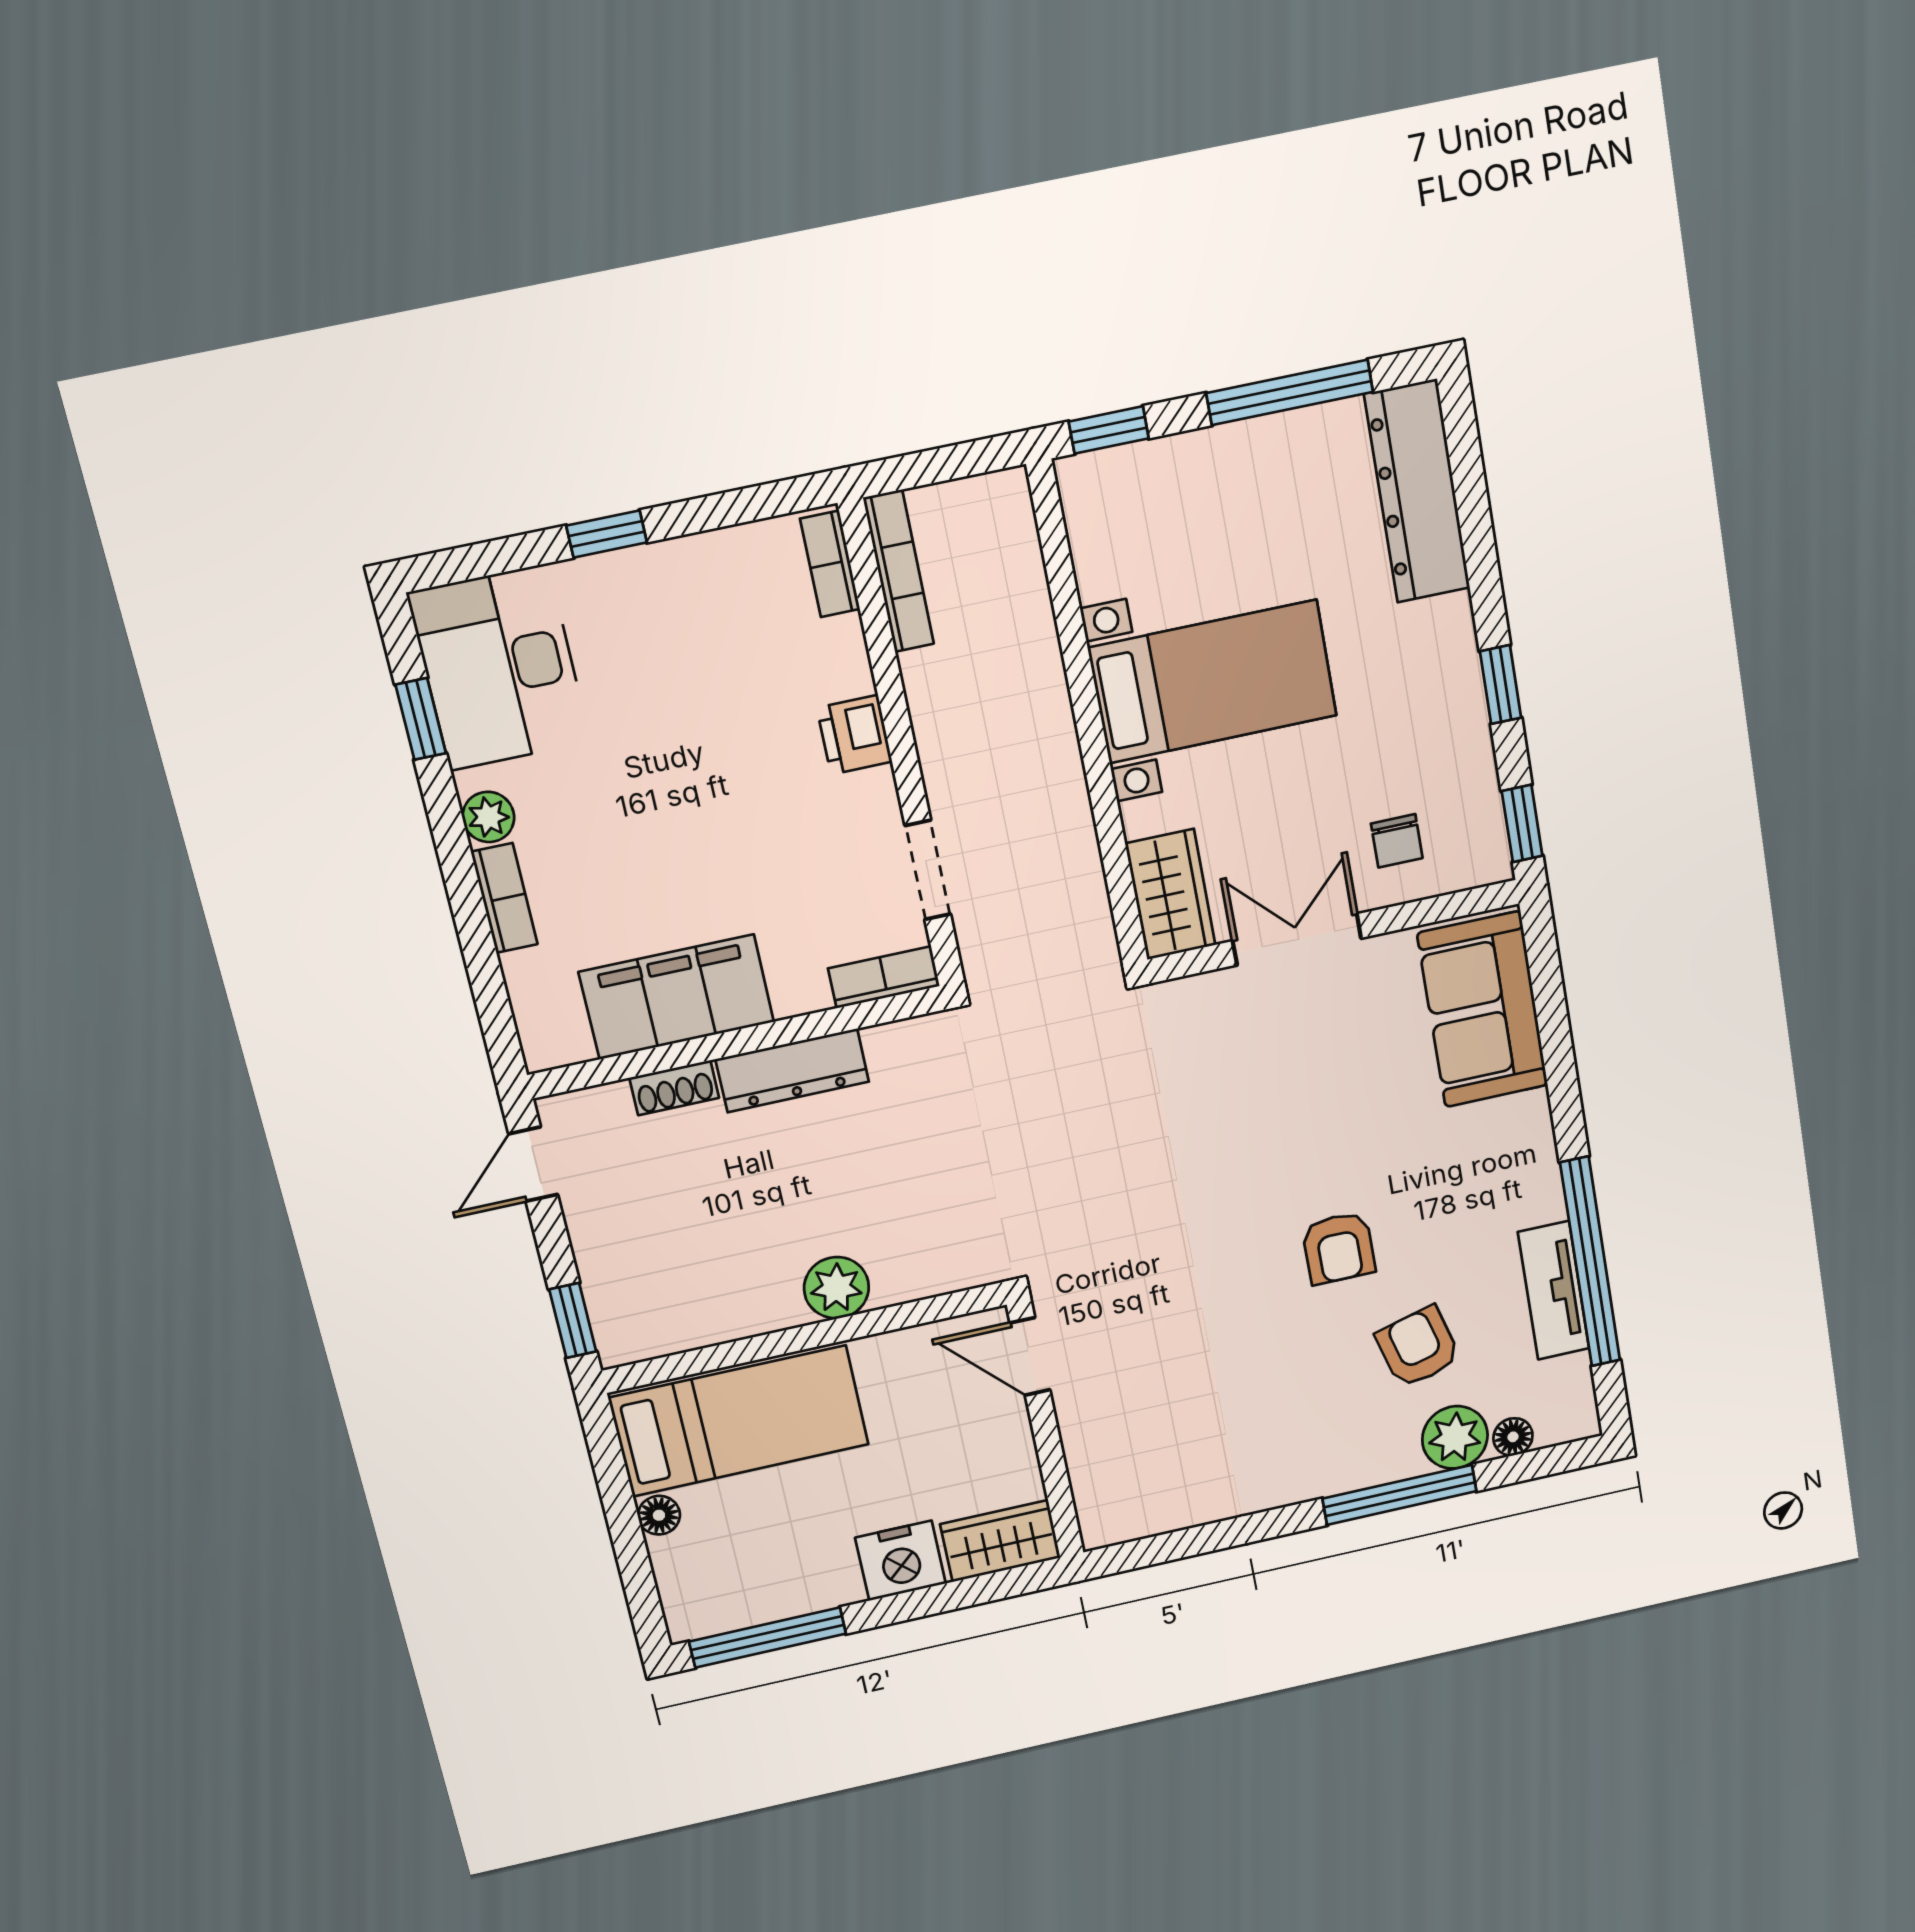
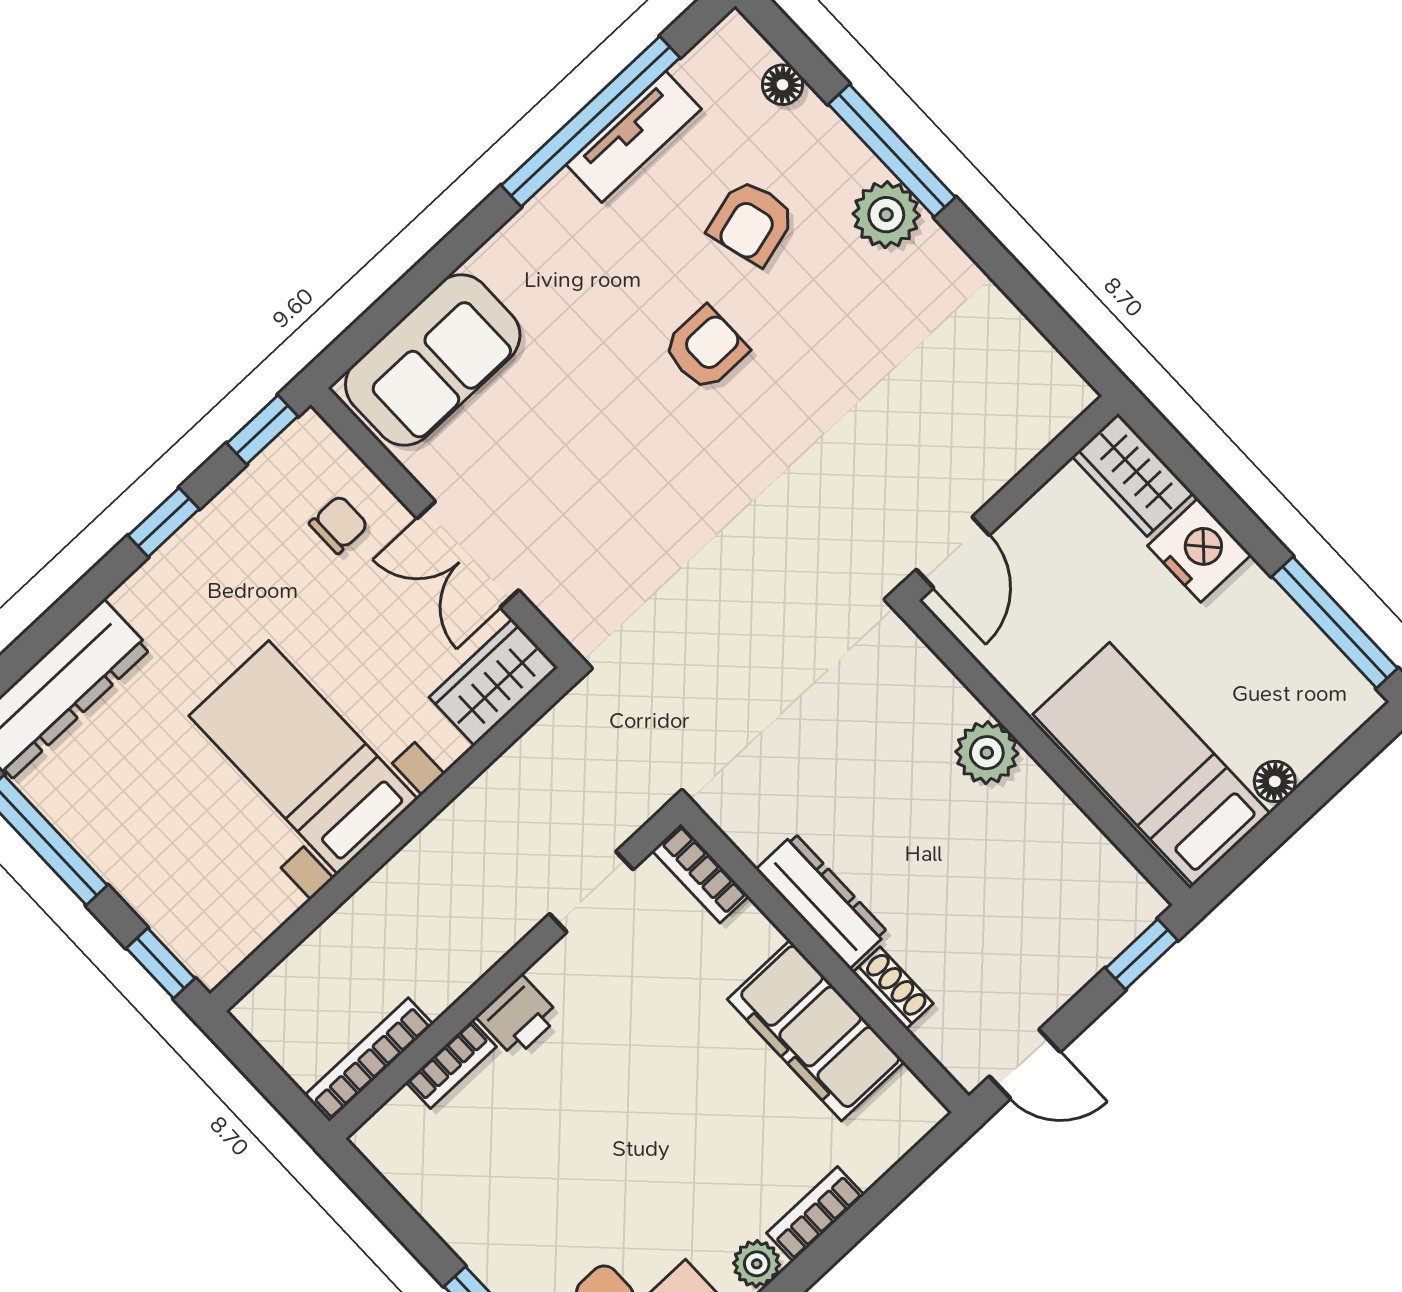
bookcase: (830, 564) -> (451, 1064), moved
plant: (1455, 1437) -> (886, 215), moved

